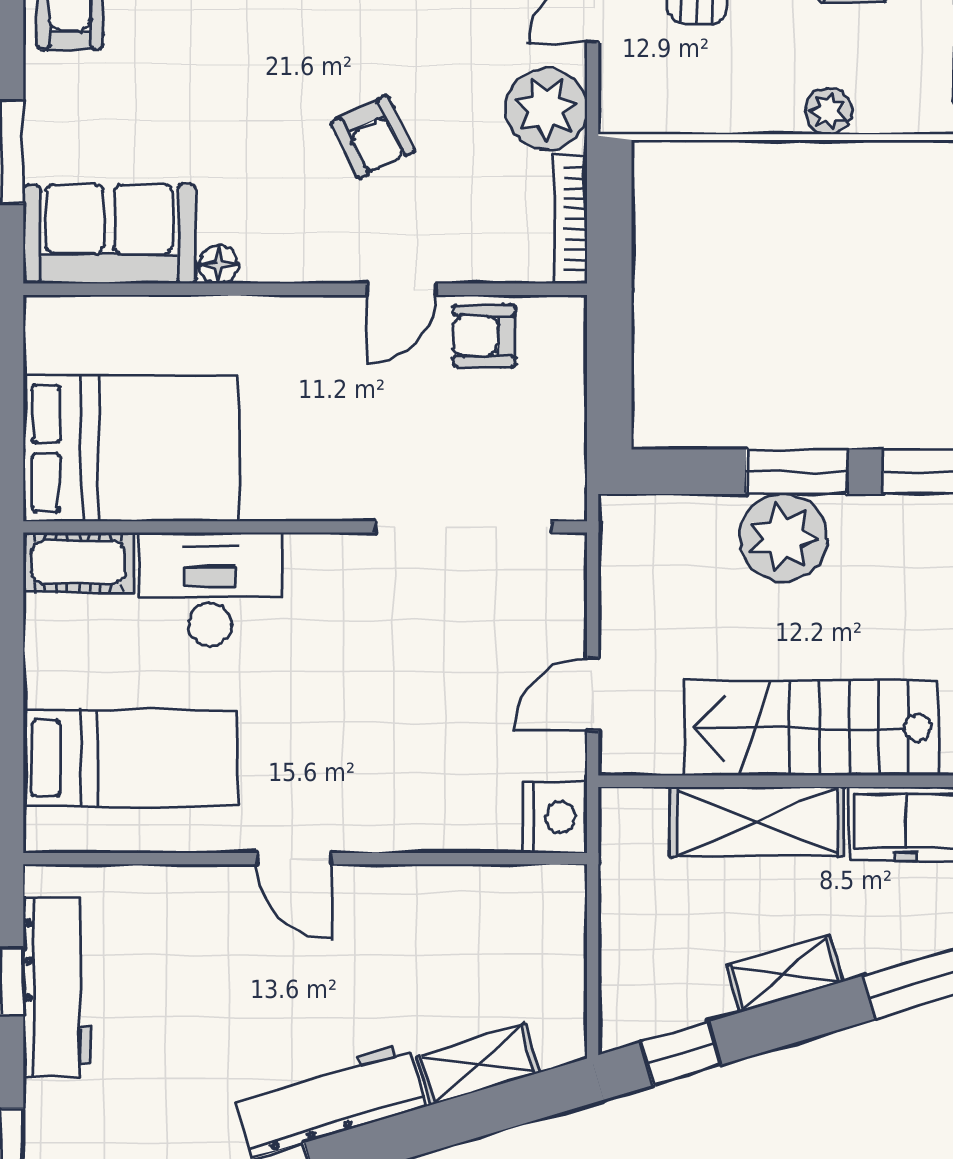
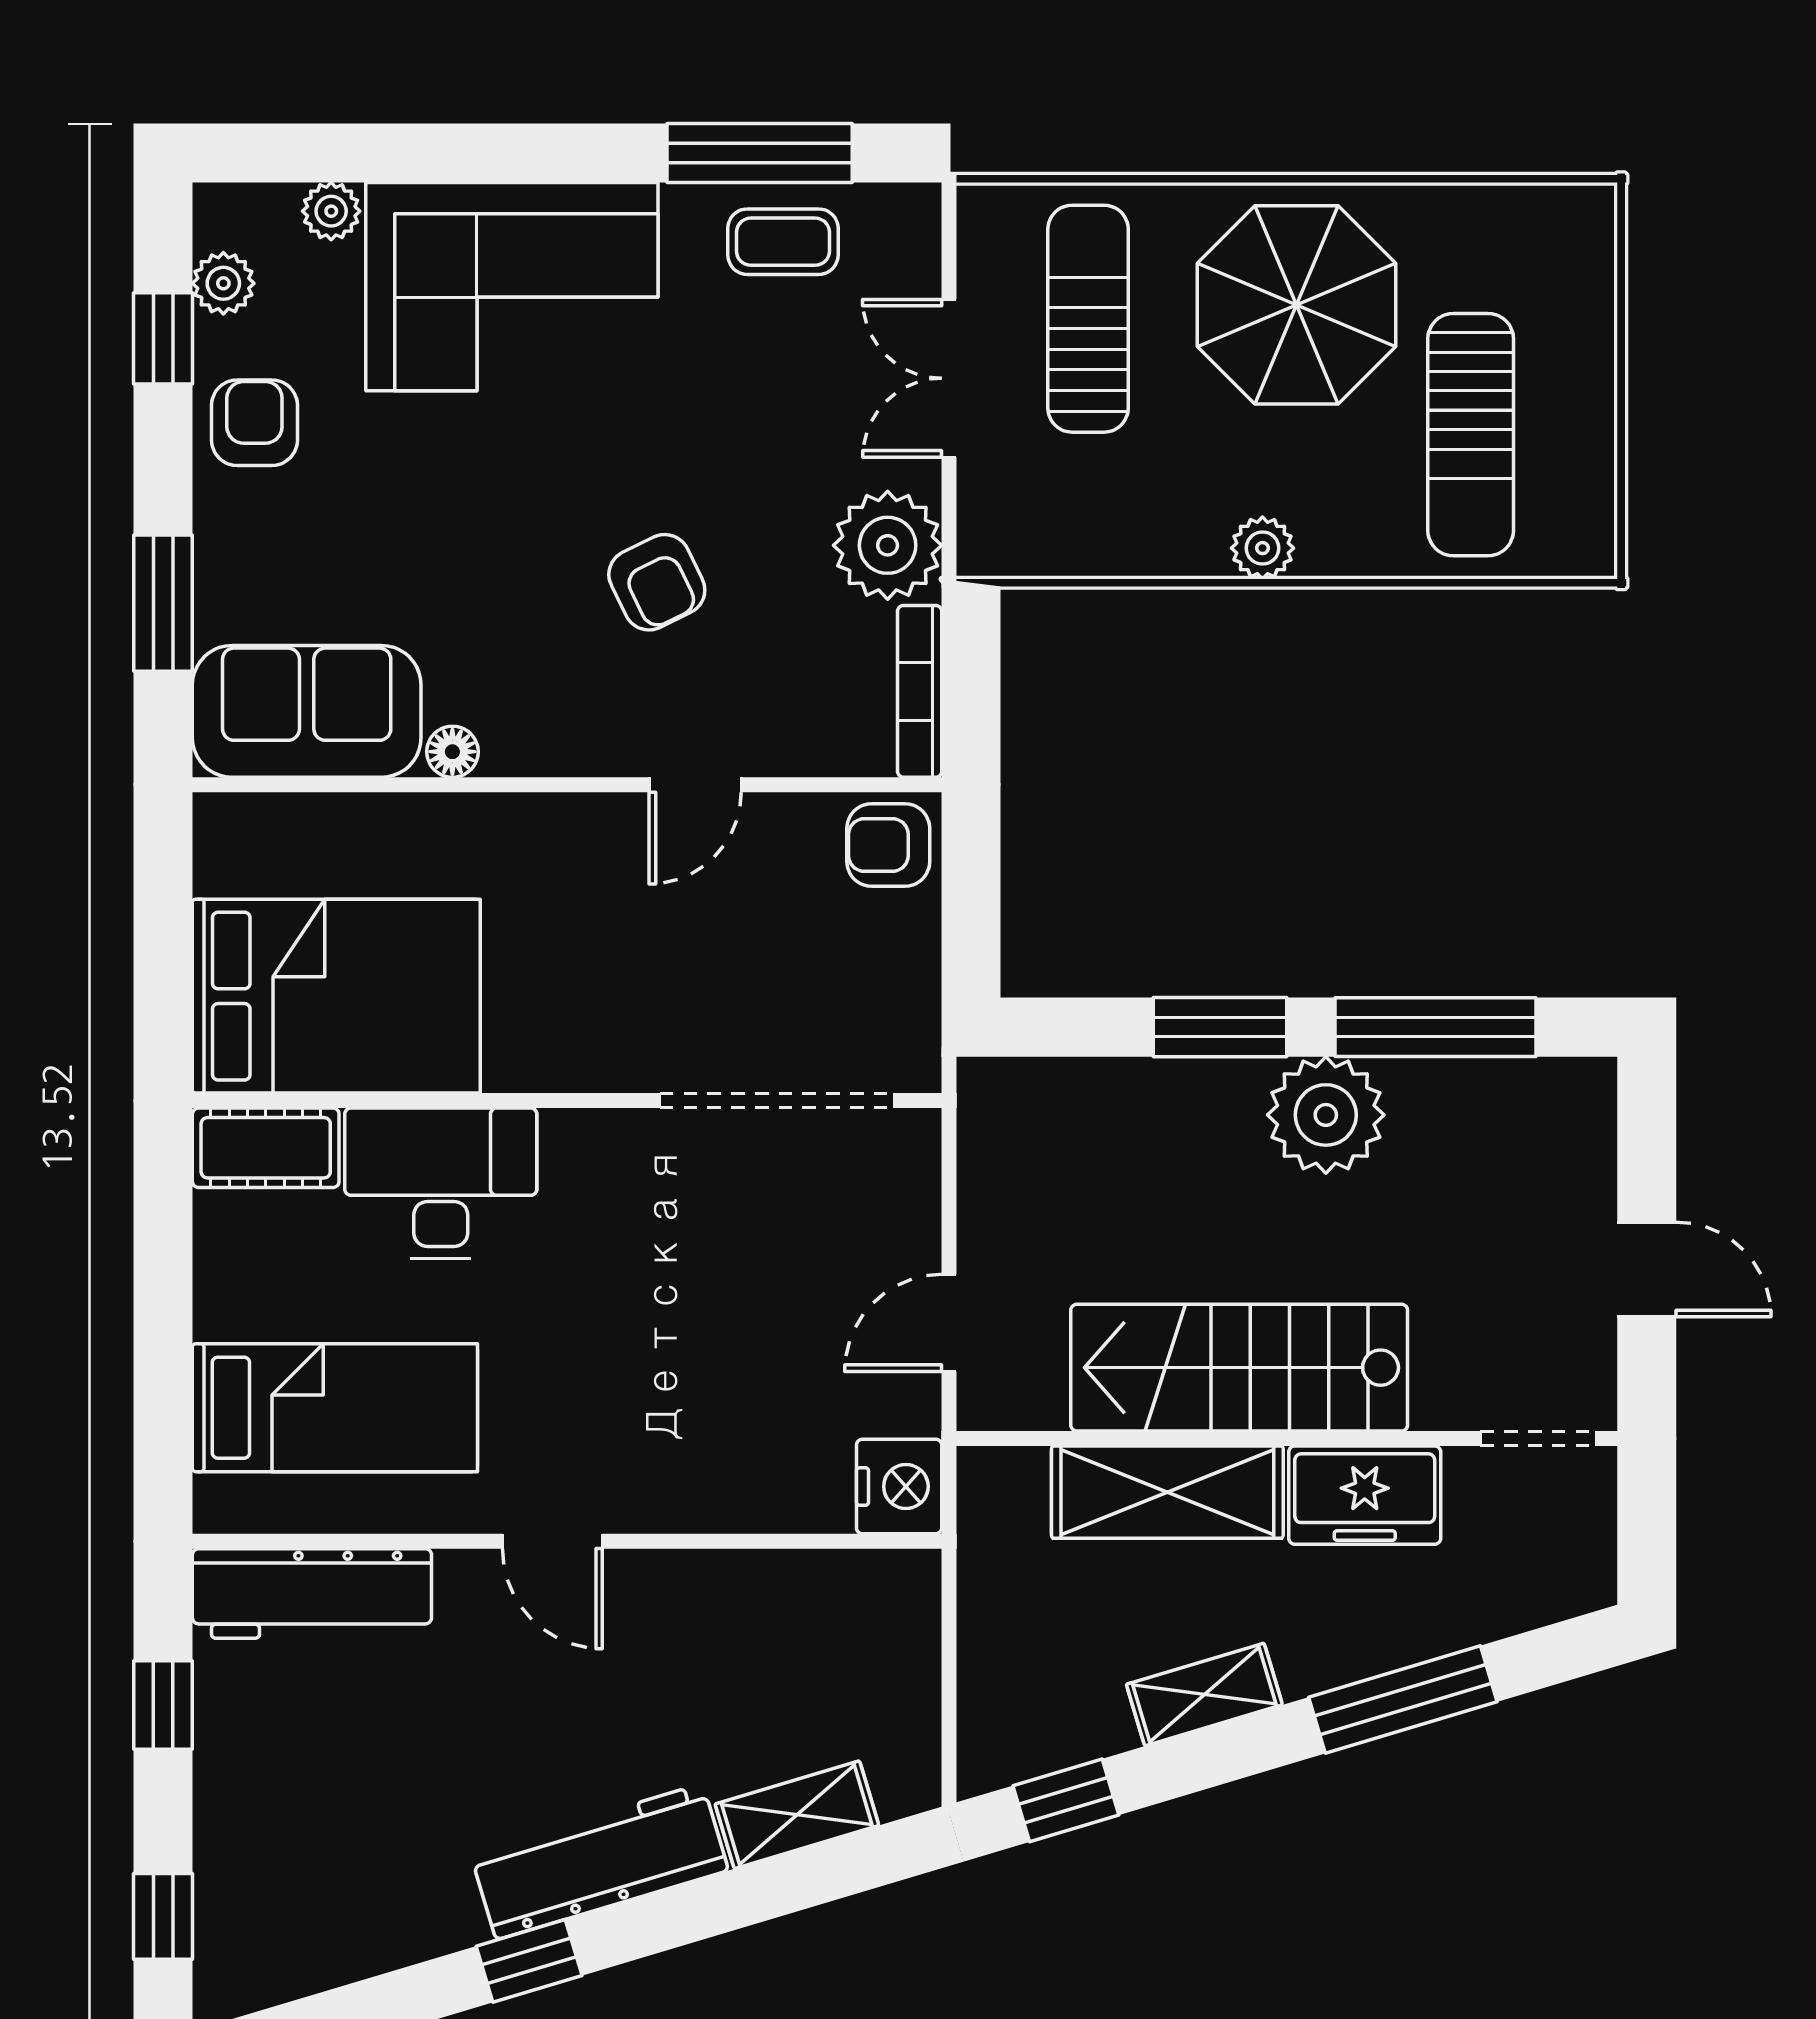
armchair: (484, 336) -> (888, 845), moved
plant: (783, 538) -> (1326, 1115), moved
workbench: (57, 988) -> (312, 1594), moved, turned 90

